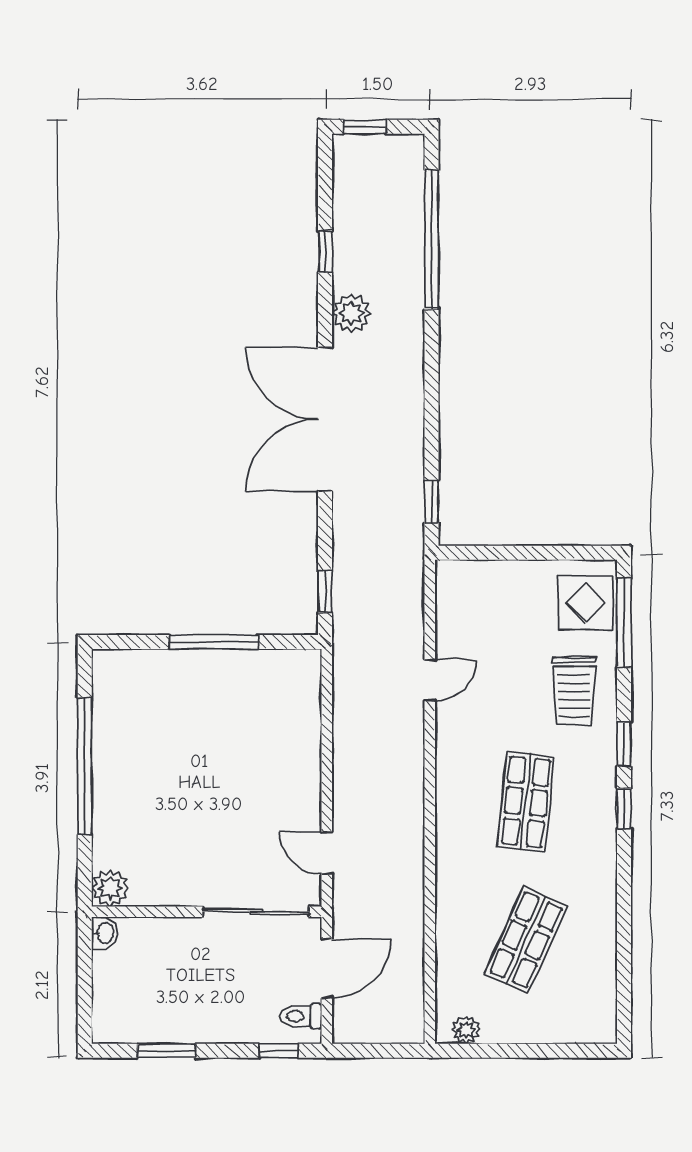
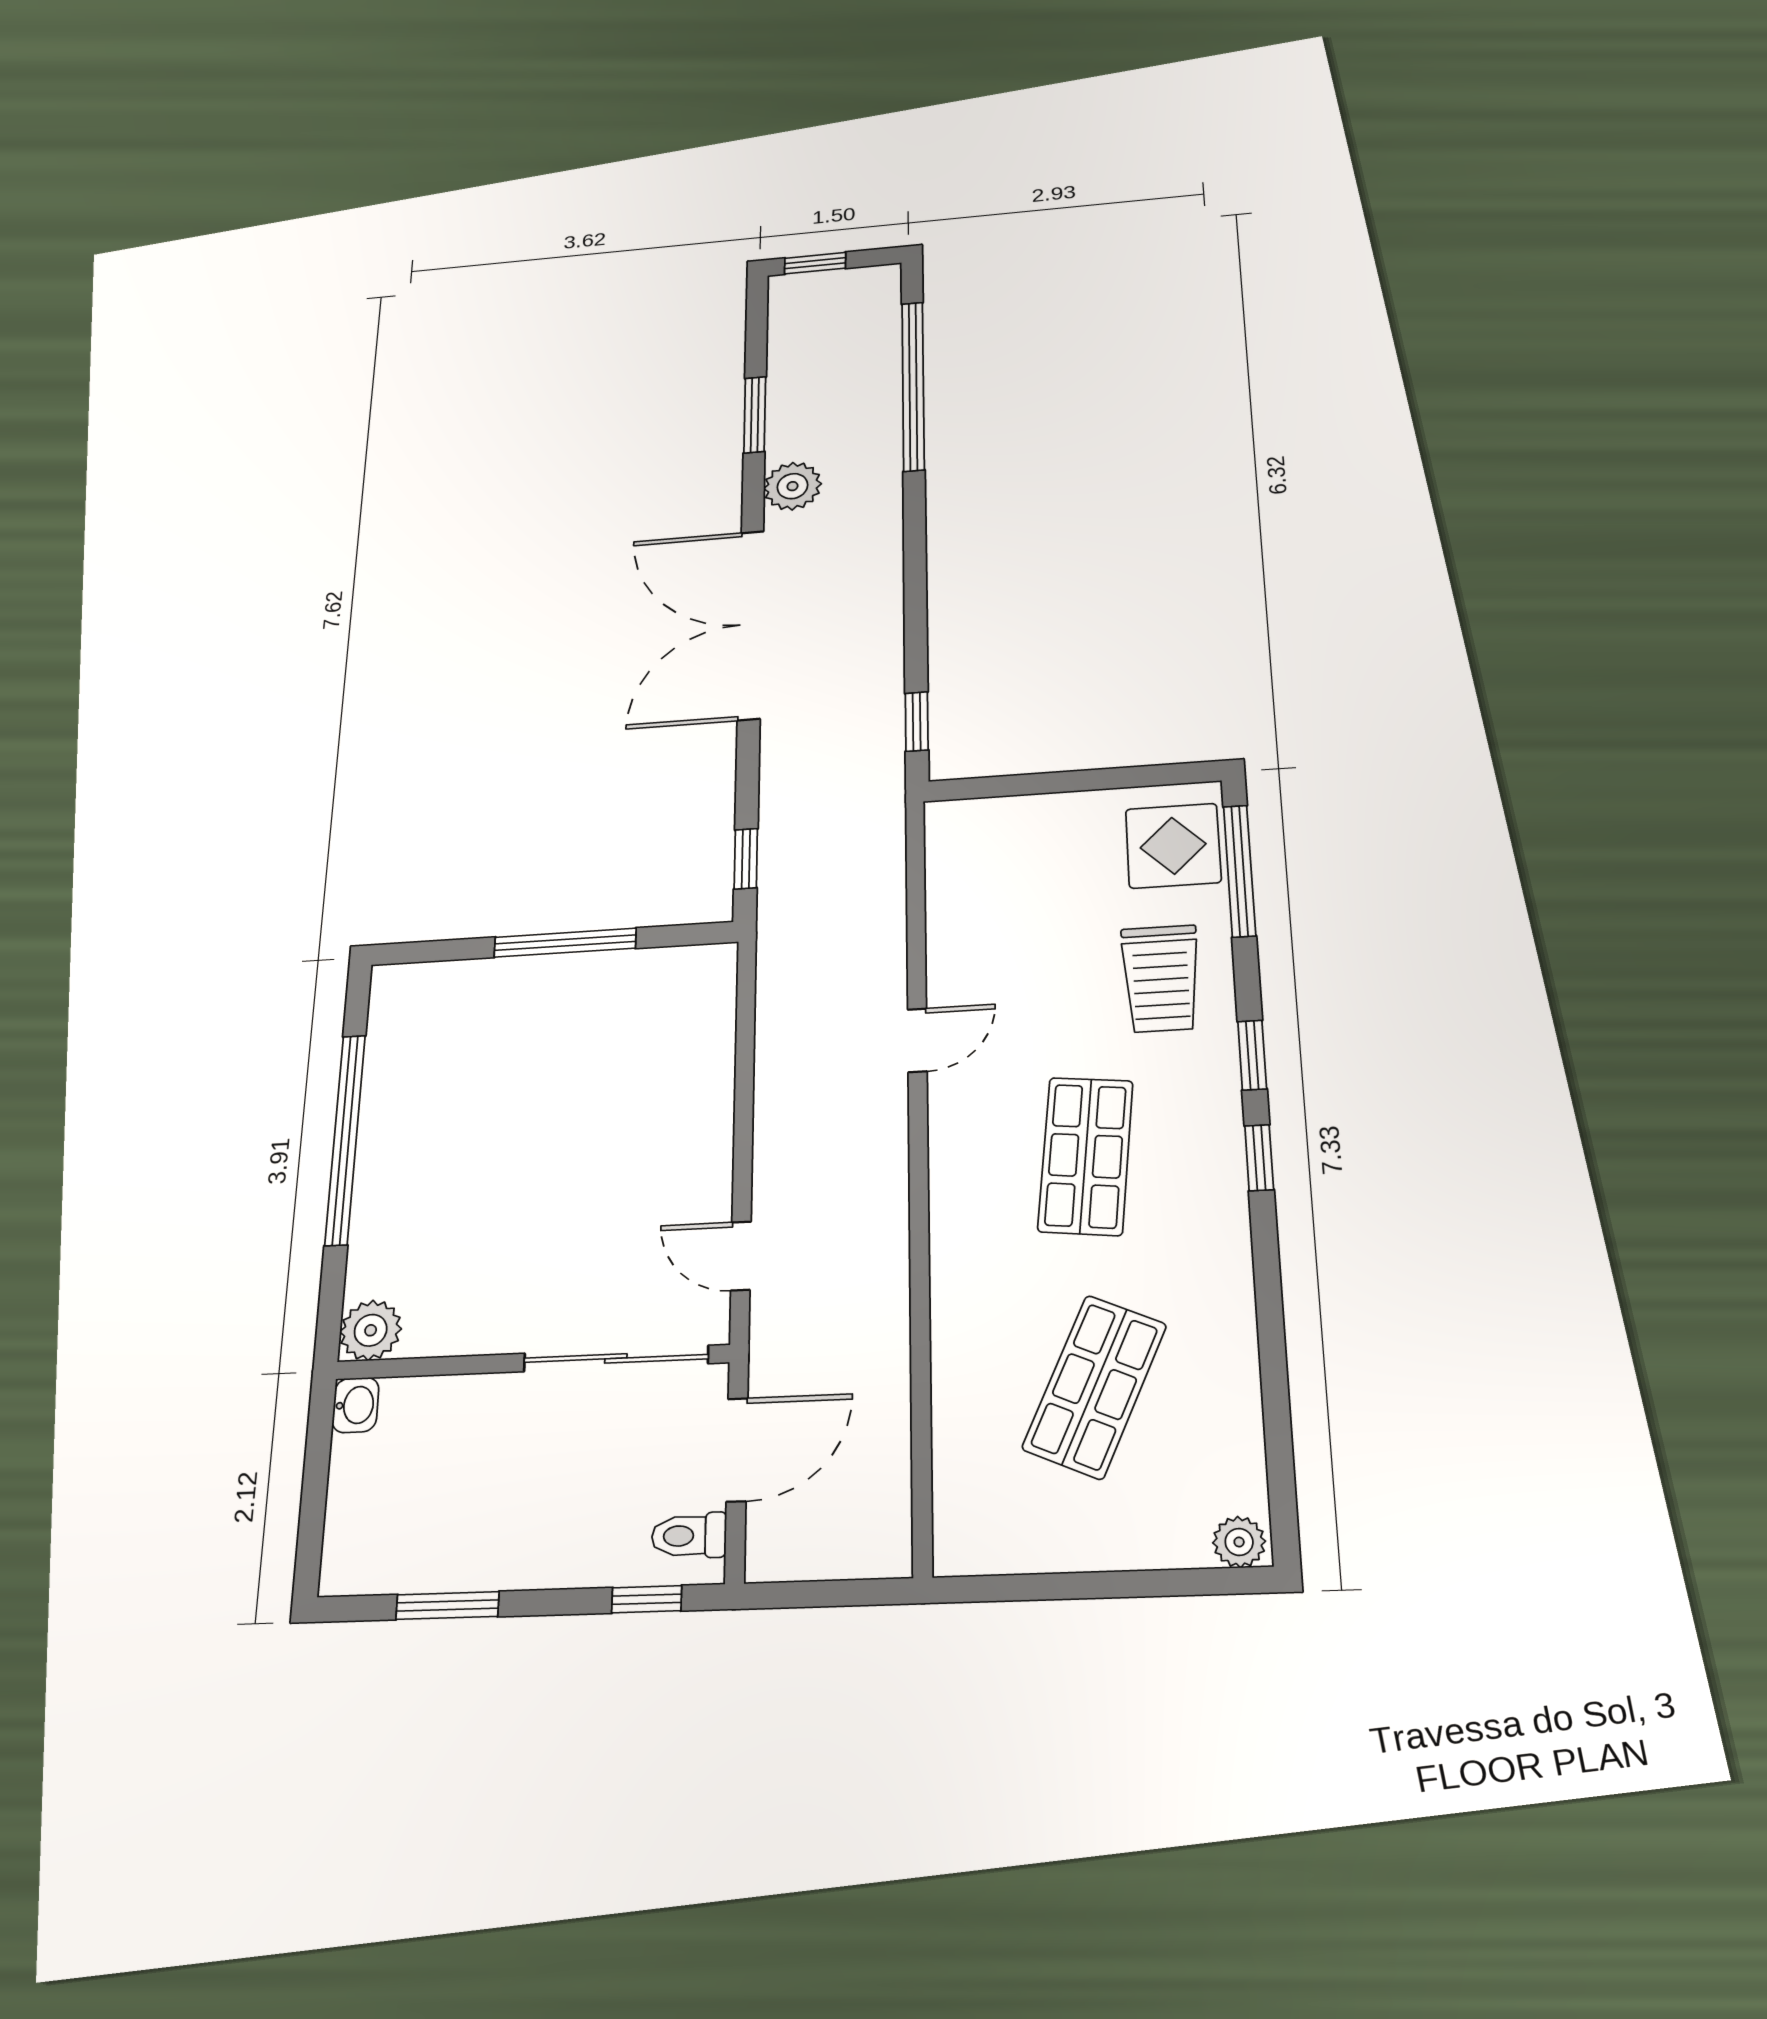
window: (325, 252) -> (755, 415), width x1.50
door: (430, 680) -> (917, 1040), moved
plant: (466, 1030) -> (1239, 1542), moved

